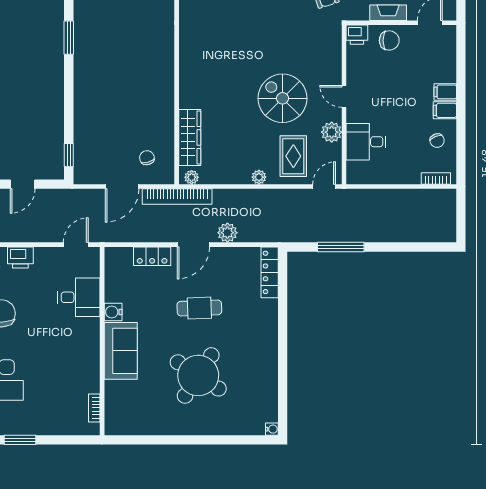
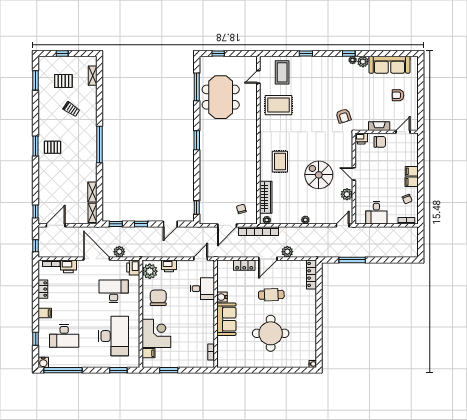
desk: (366, 142) -> (376, 213), moved, turned -90
rug: (293, 156) -> (280, 162), moved
round table: (198, 375) -> (271, 333), turned -33

